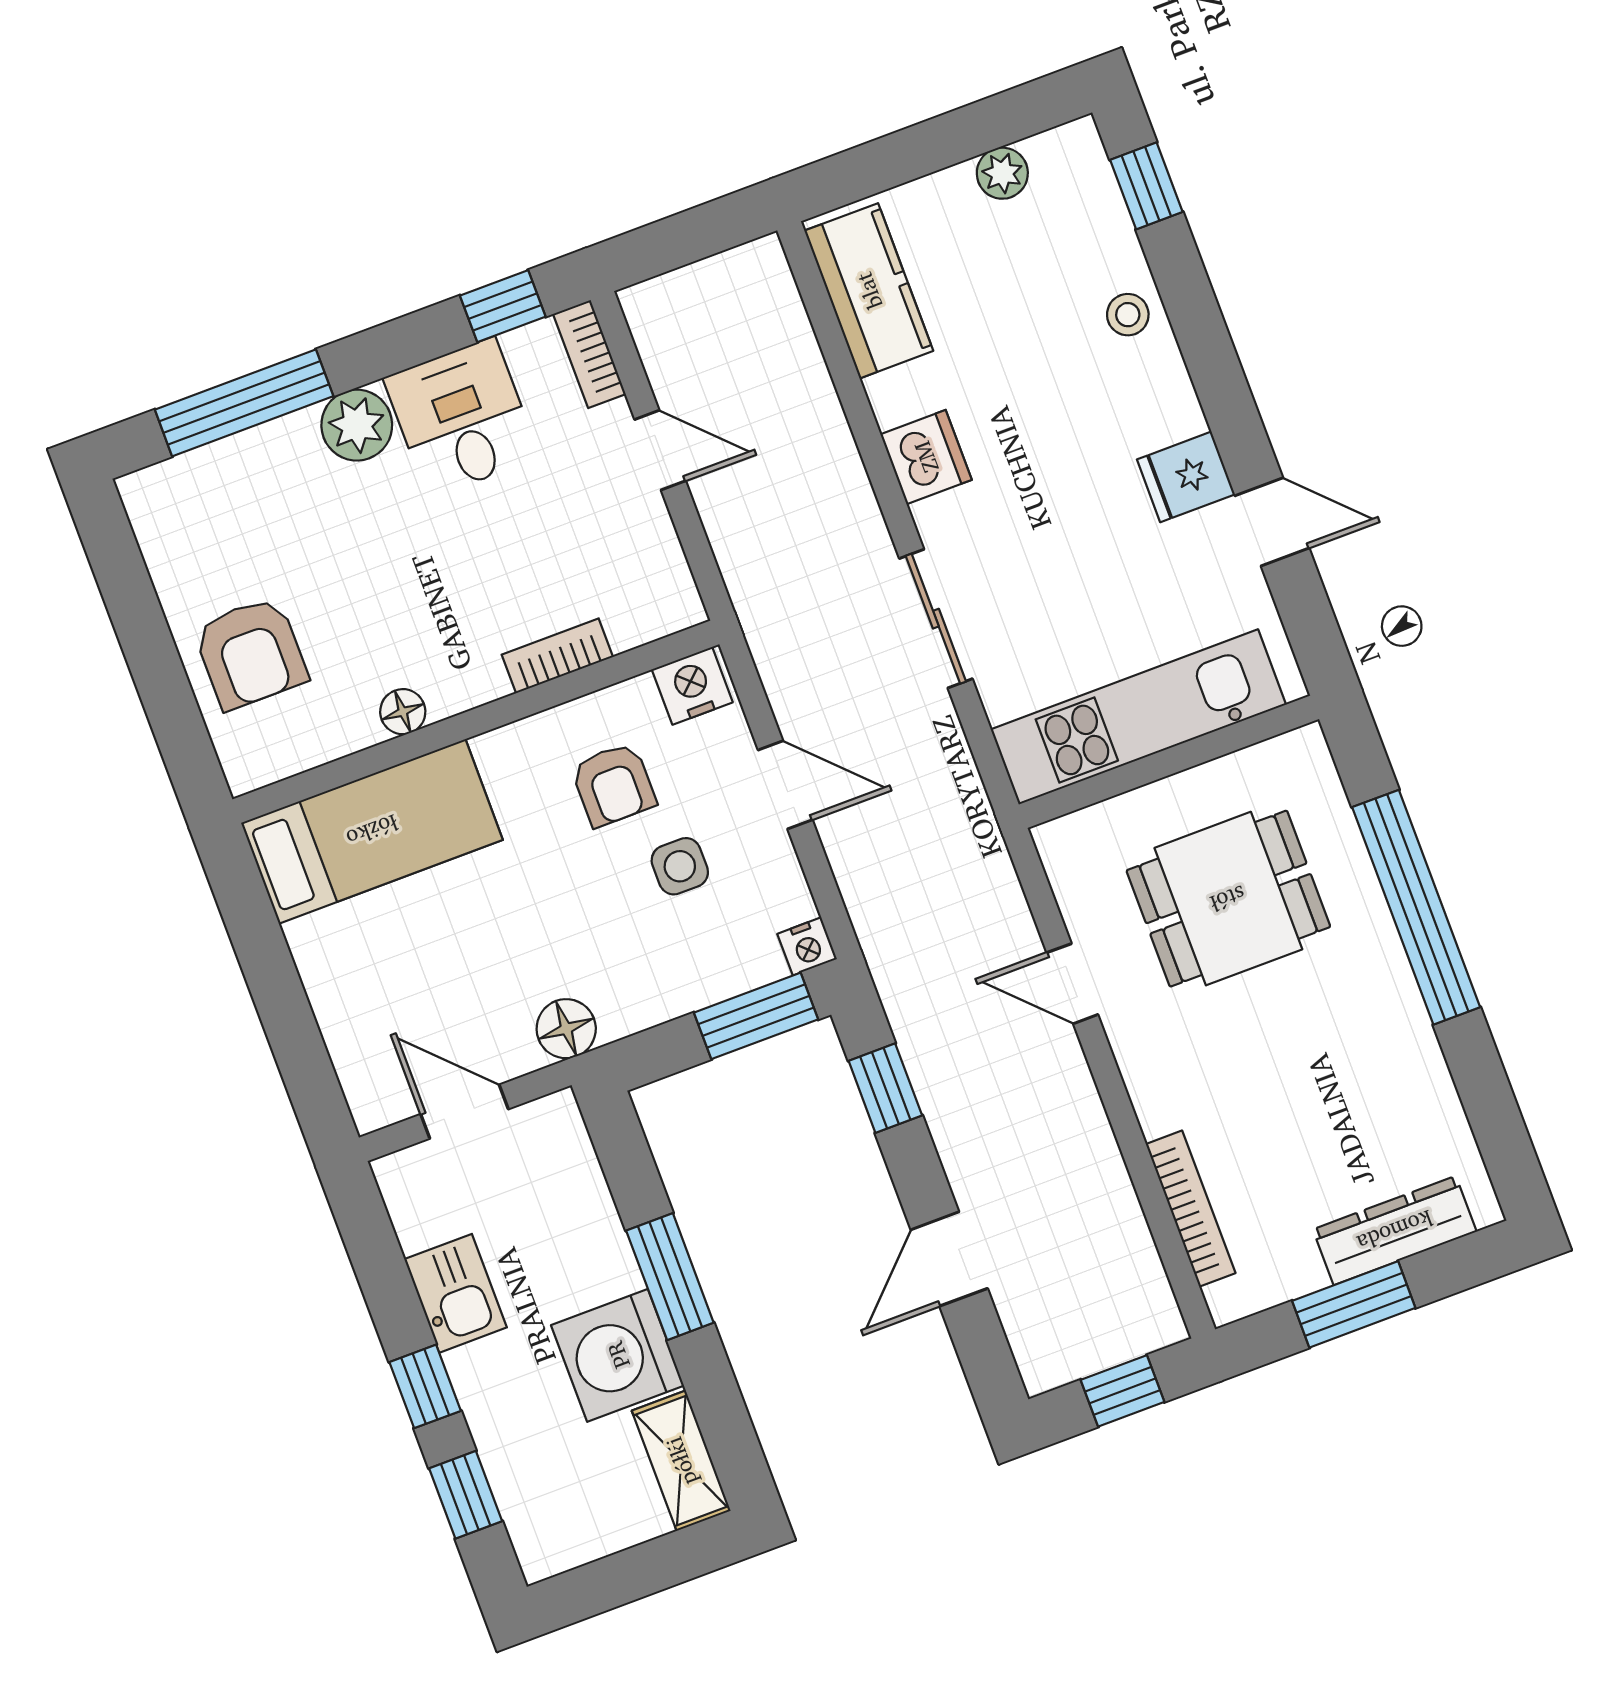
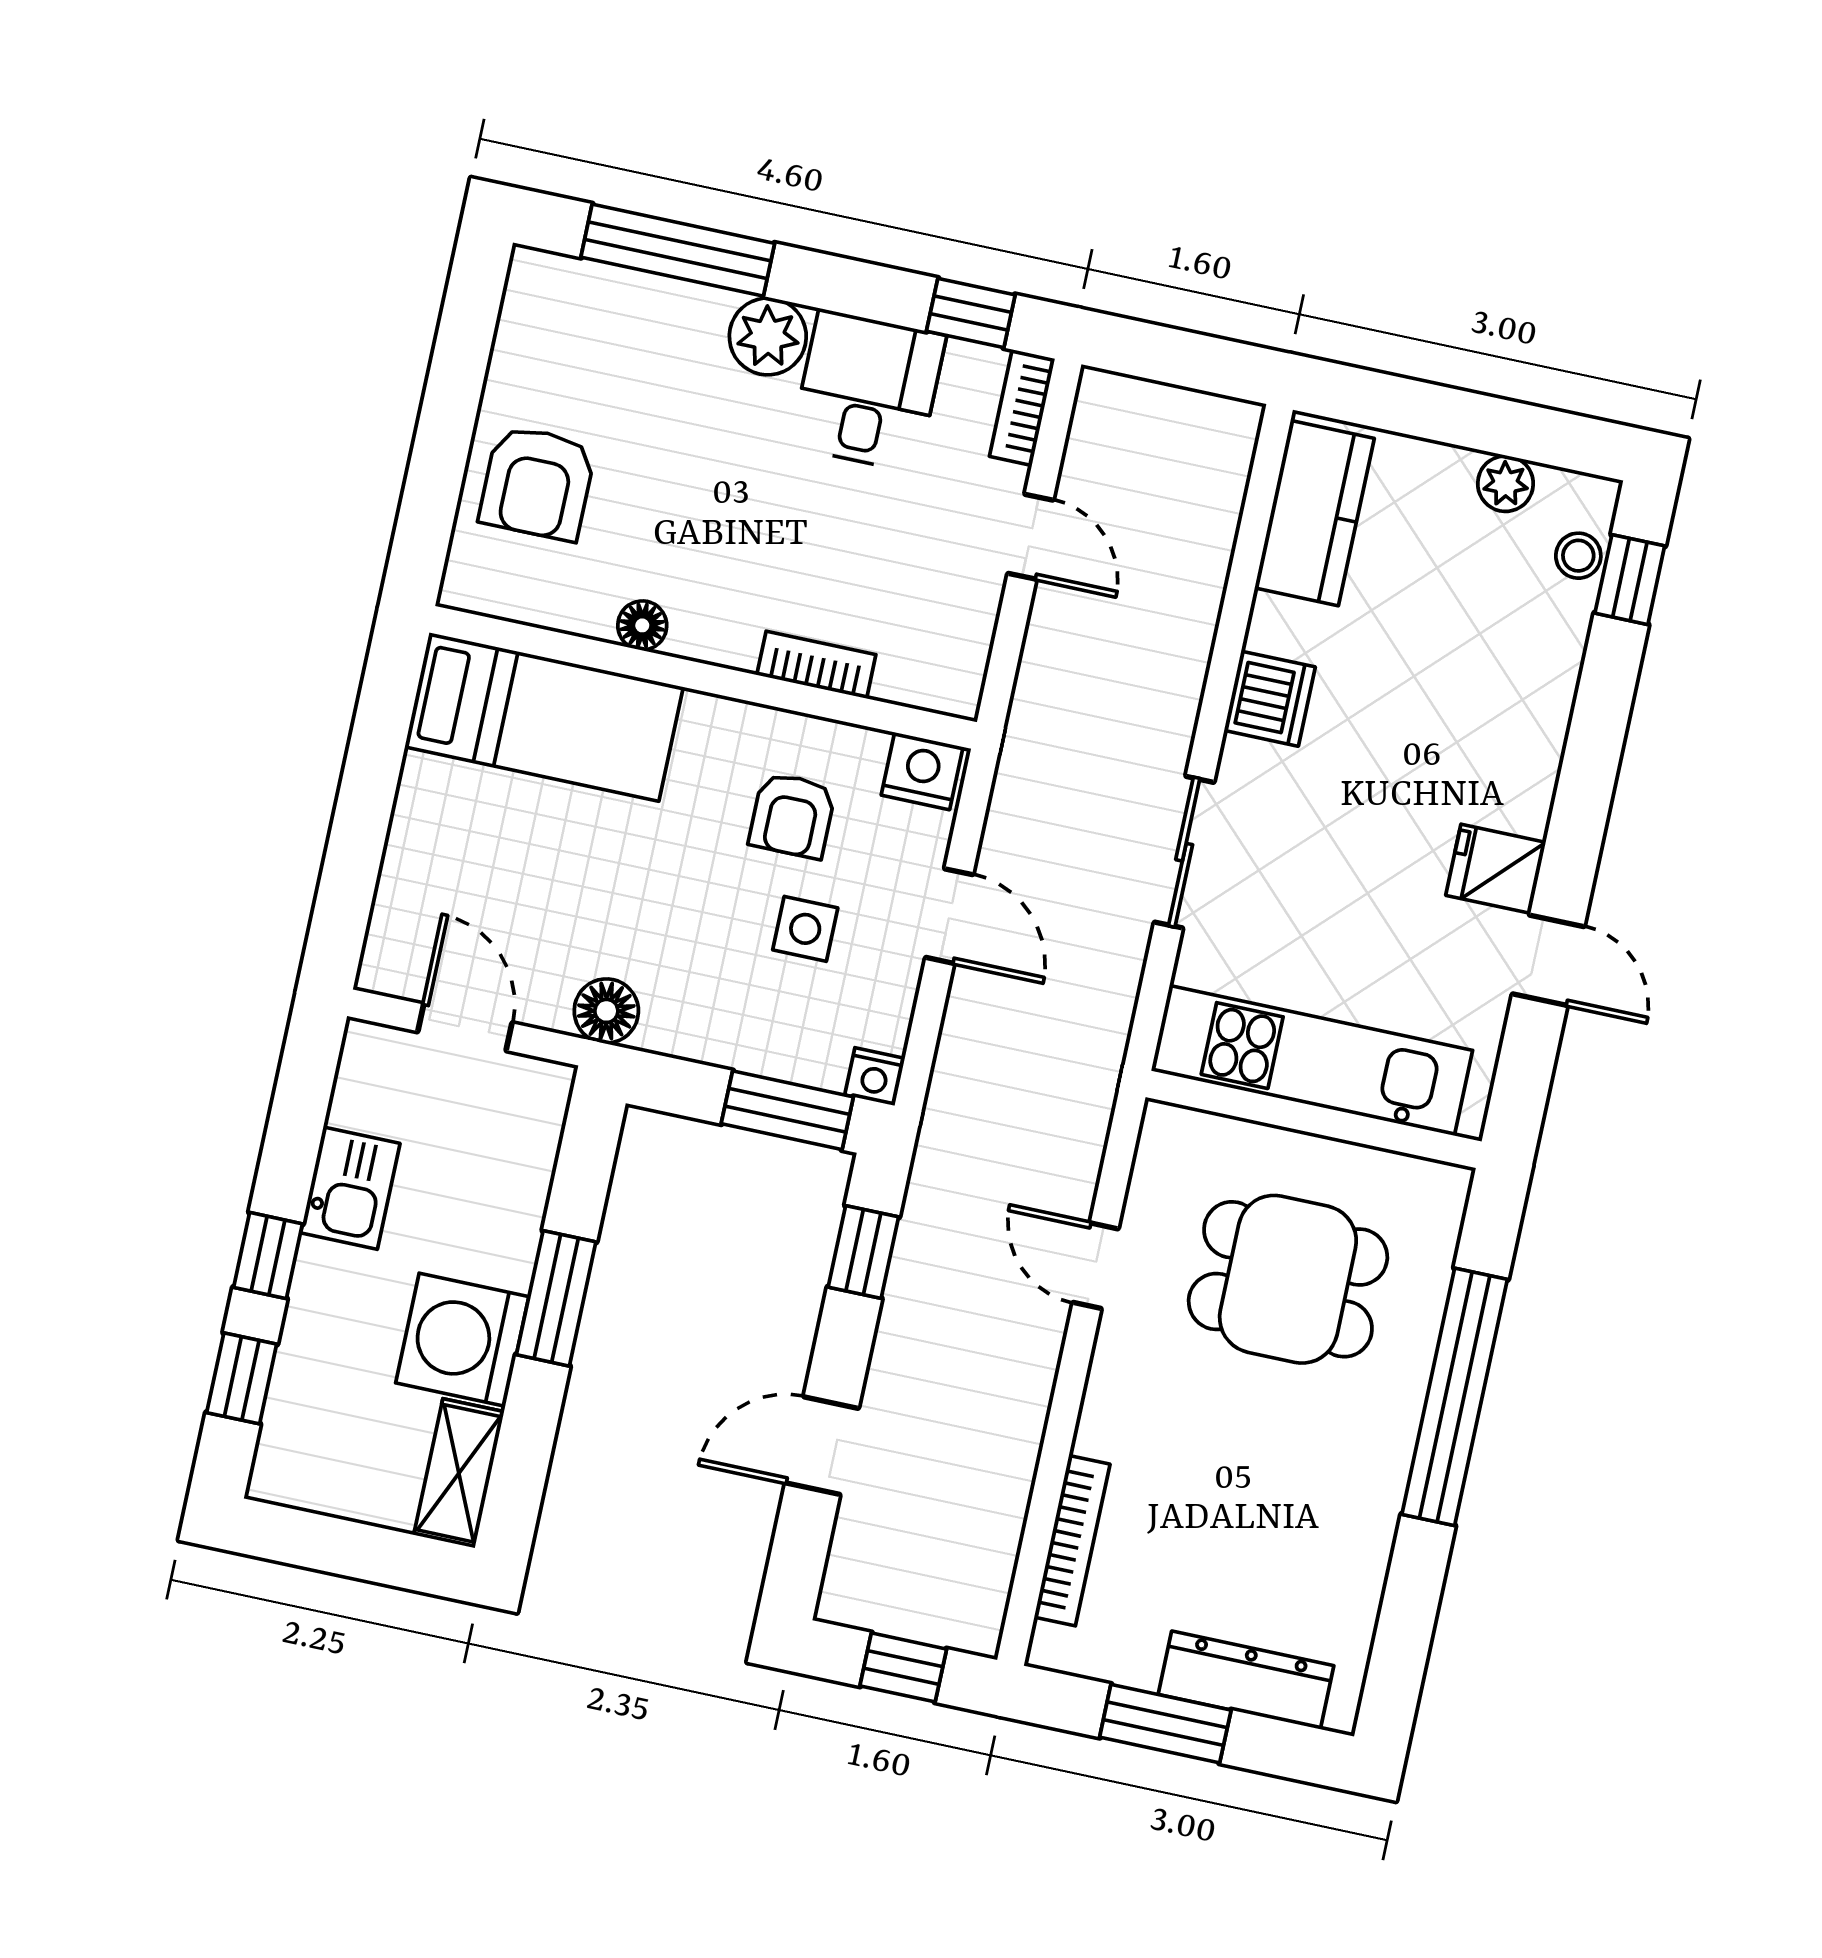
stool: (1128, 315) -> (1578, 556), moved

